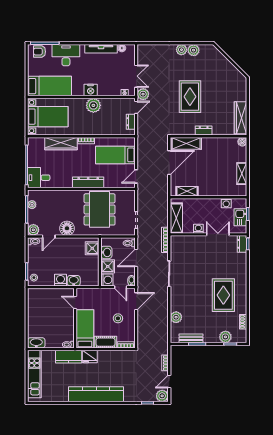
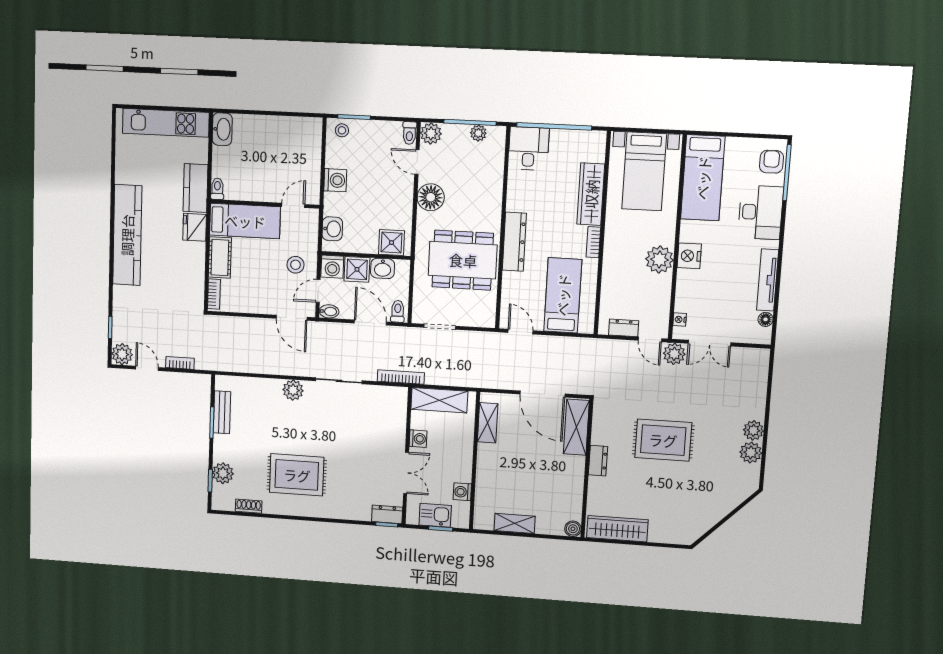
washbasin: (74, 281) -> (332, 229), moved
plant: (176, 317) -> (293, 390), moved
stool: (118, 318) -> (296, 265), moved

